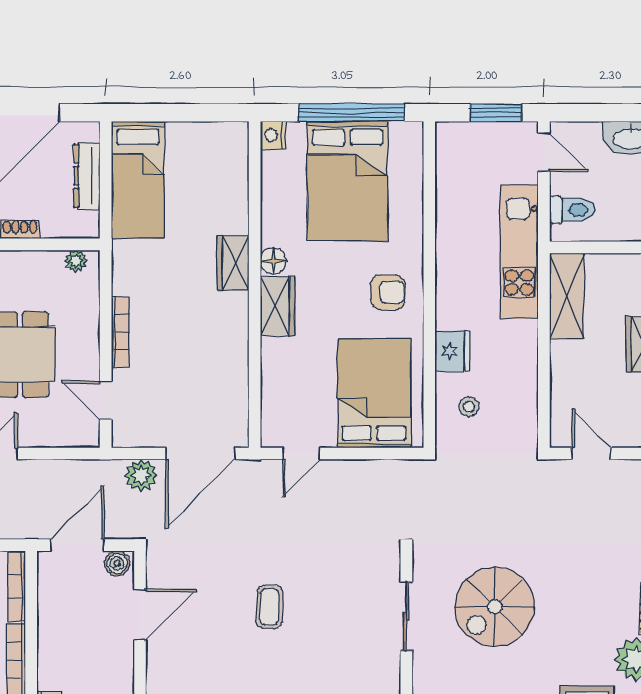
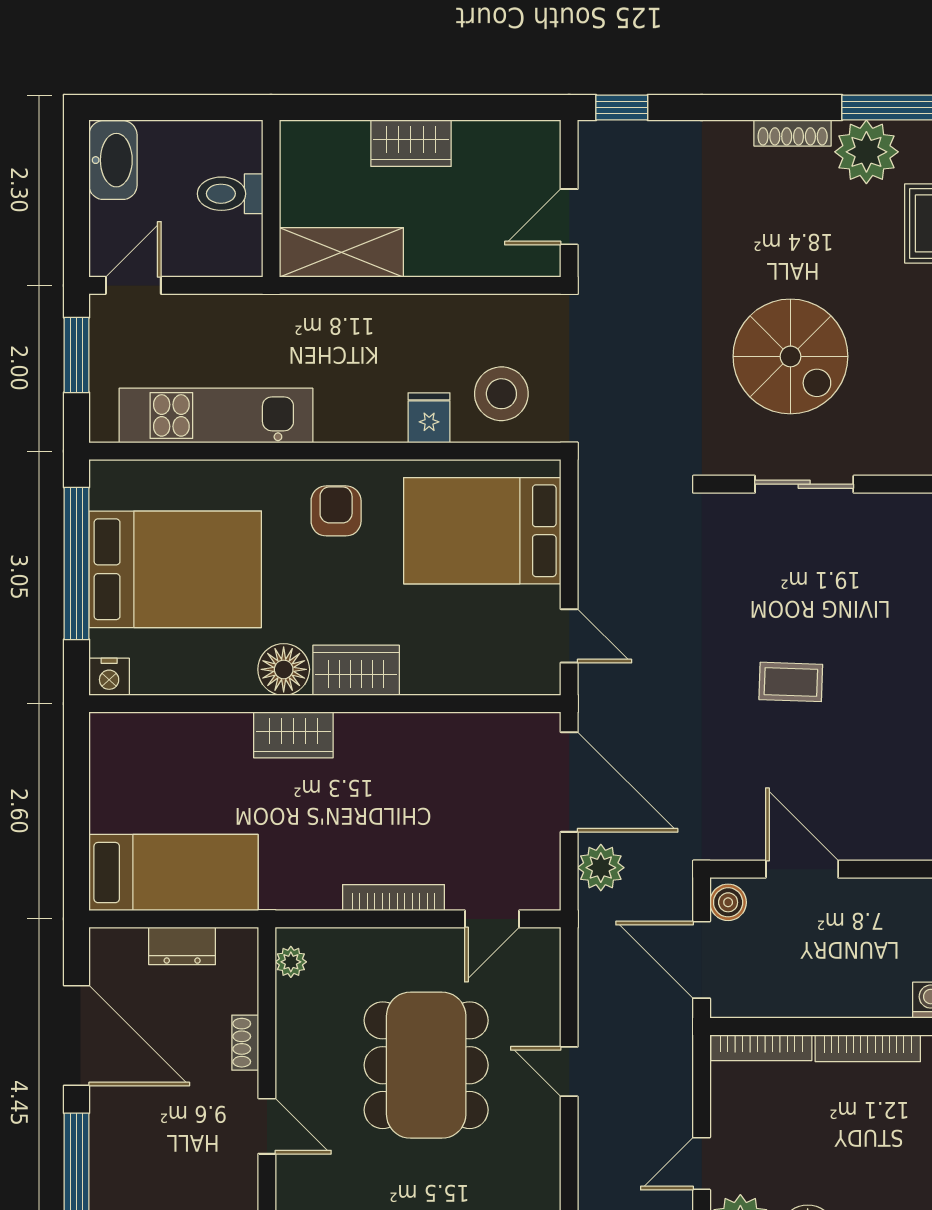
dresser: (87, 176) -> (182, 946), width x0.70
toilet: (572, 210) -> (230, 194), moved, turned -90
kitchen unit: (519, 252) -> (216, 415), moved, turned 180
floor lamp: (273, 261) -> (284, 669), width x1.38, depth x1.38
fridge: (452, 351) -> (429, 418), width x0.72
stool: (469, 407) -> (501, 394), width x1.89, depth x1.89

